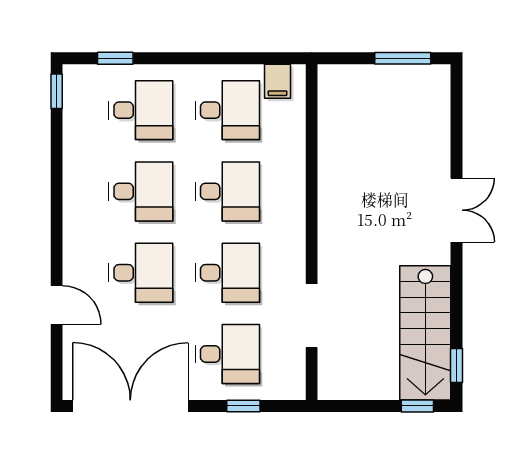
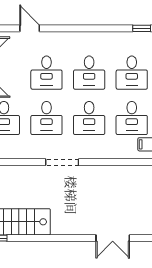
double door: (457, 210) -> (113, 238), moved
door: (57, 305) -> (30, 28), swing flipped
doorway: (312, 316) -> (62, 162), moved

